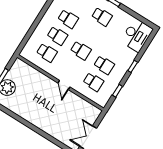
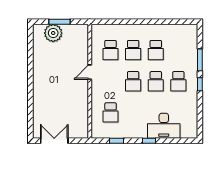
desk: (137, 35) -> (164, 126), moved
school desk: (104, 65) -> (156, 81), moved
door: (64, 85) -> (90, 72), moved

